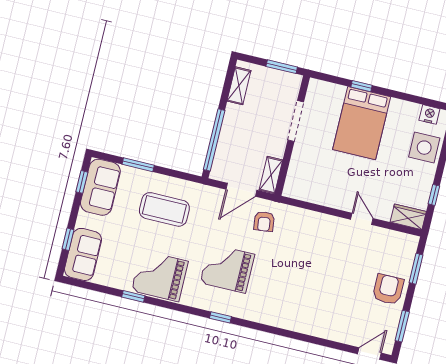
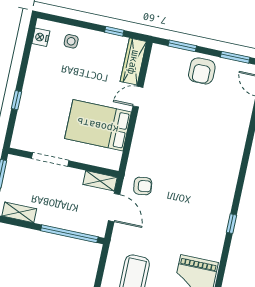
bed: (362, 123) -> (98, 125), moved, turned 180
side table: (424, 148) -> (71, 41), width x0.54, depth x0.54
wardrobe: (408, 217) -> (133, 62), width x1.50
grand piano: (227, 268) -> (187, 219), removed
armchair: (388, 289) -> (202, 71), turned -90

